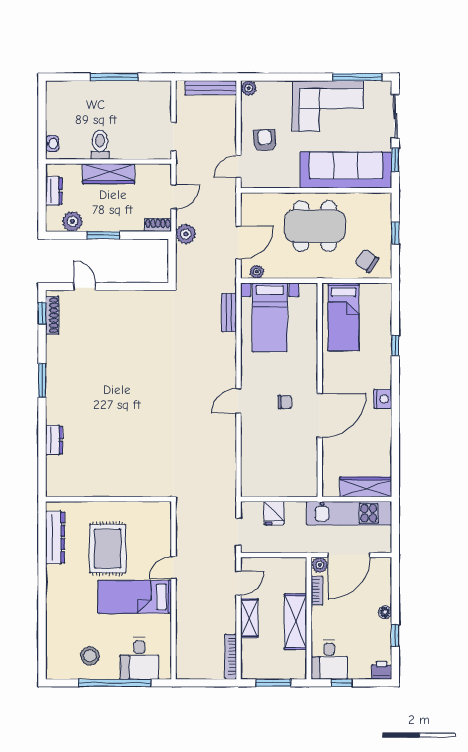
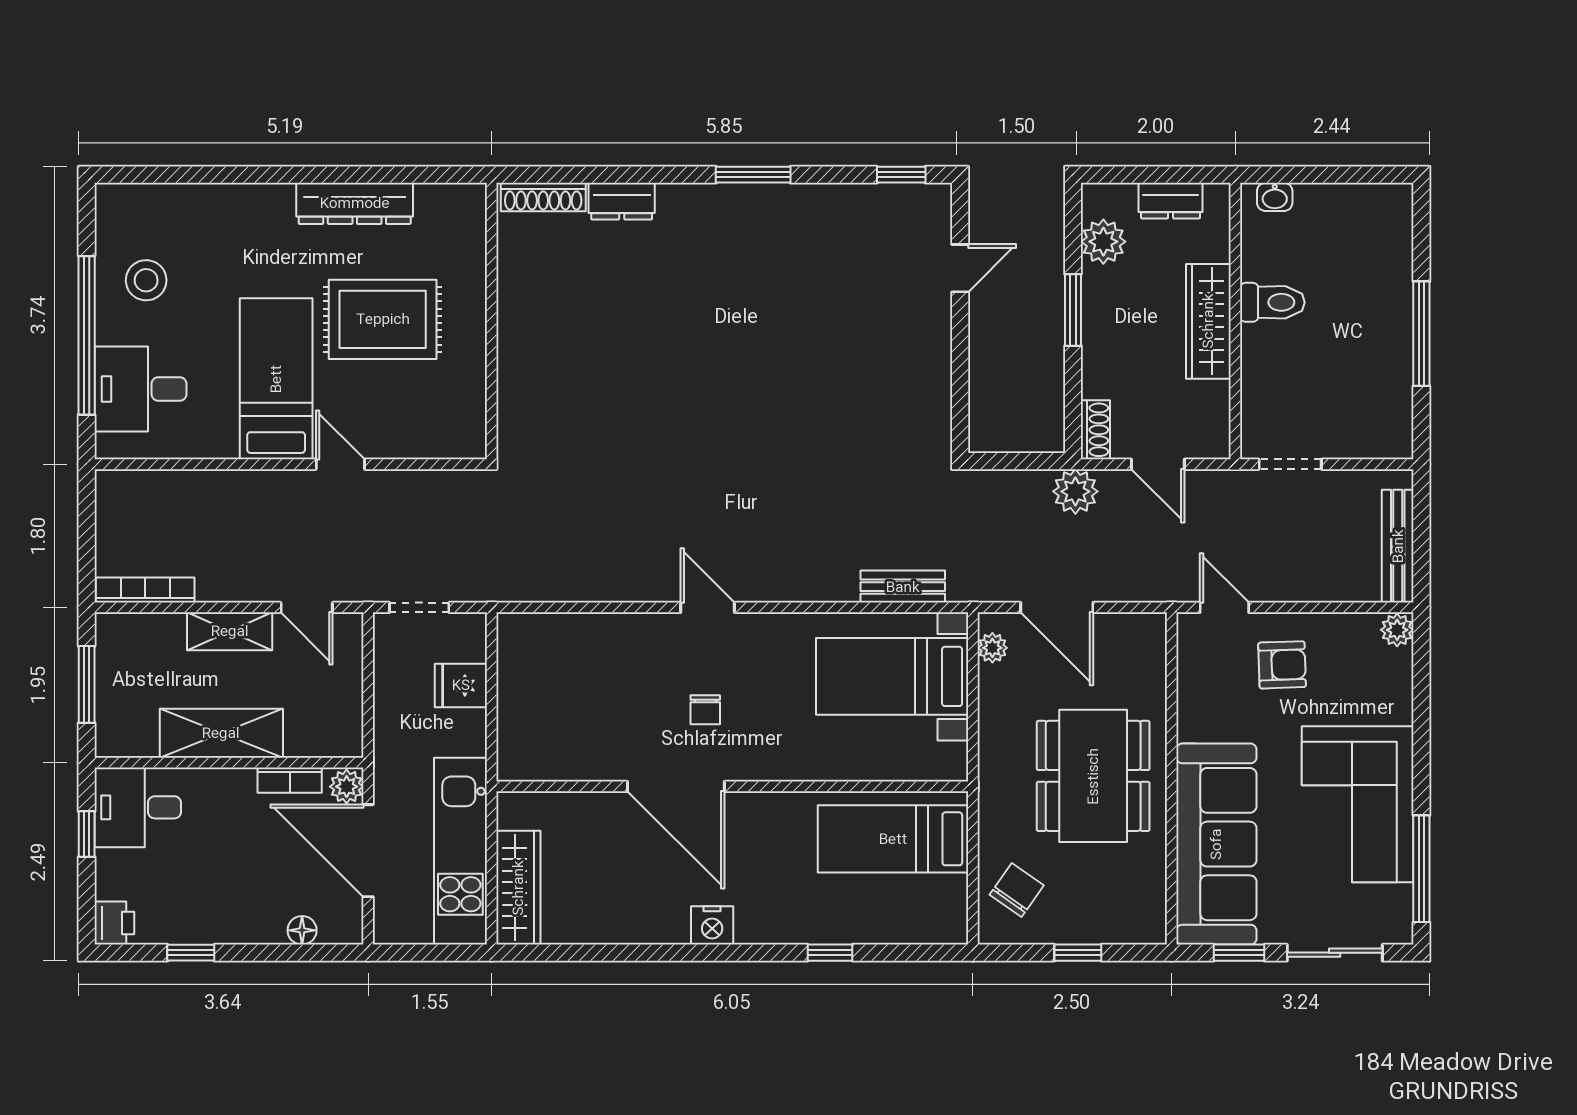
shoe rack: (52, 315) -> (543, 197), moved
dresser: (55, 537) -> (355, 203), moved
floor lamp: (385, 612) -> (302, 930), moved

